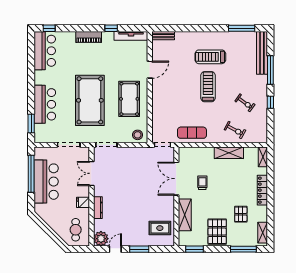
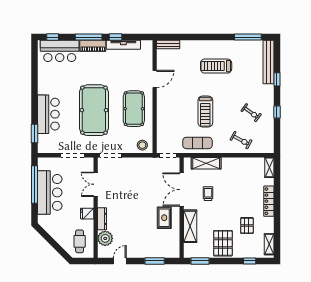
window: (85, 28) -> (89, 37), added
tv unit: (131, 36) -> (123, 45), moved
bar counter: (45, 51) -> (60, 51), moved, turned 90
window: (270, 70) -> (277, 79), width x0.46
treadmill: (208, 87) -> (205, 112), moved, turned 180
shelving: (229, 153) -> (206, 163), moved
rug: (160, 228) -> (164, 218), moved, turned 90
plant: (101, 239) -> (105, 238), moved
window: (139, 249) -> (155, 261), moved
window: (243, 249) -> (250, 261), width x0.46

